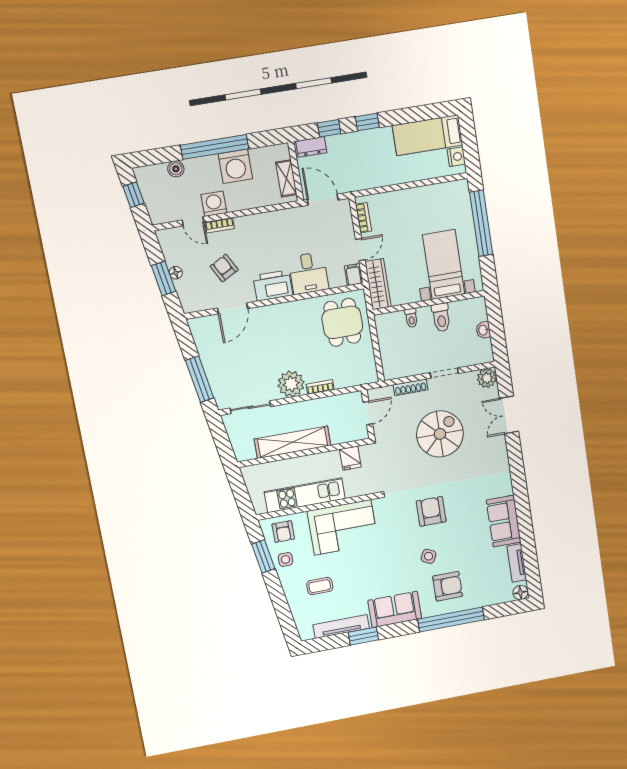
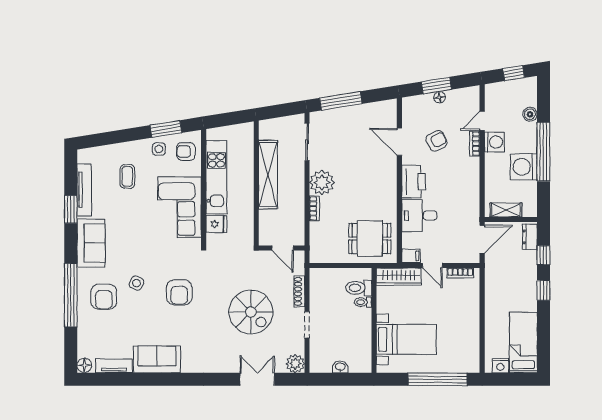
toilet: (441, 317) -> (359, 288), moved
fridge: (350, 458) -> (216, 224), moved, turned 180
armchair: (431, 511) -> (179, 292), turned 90

